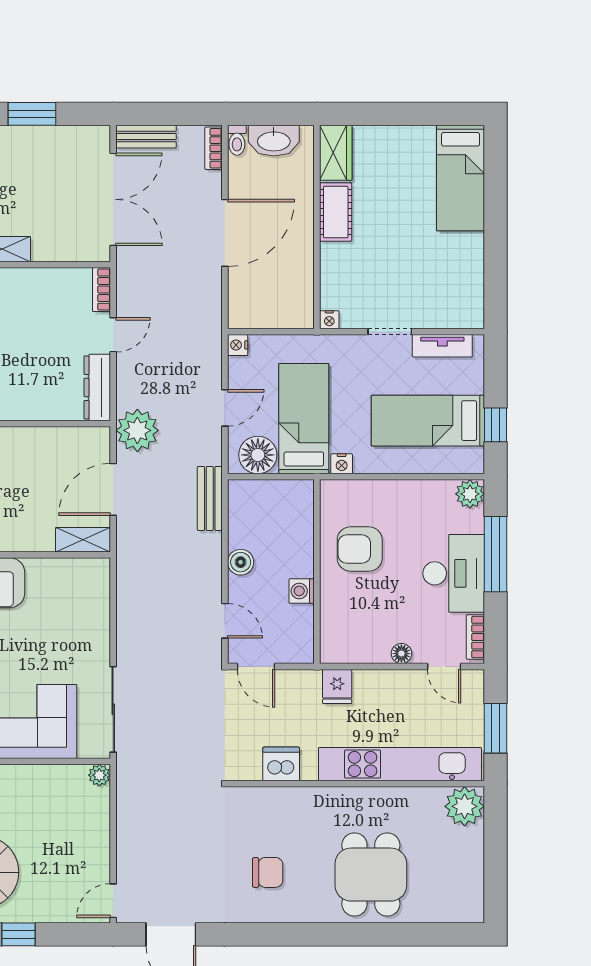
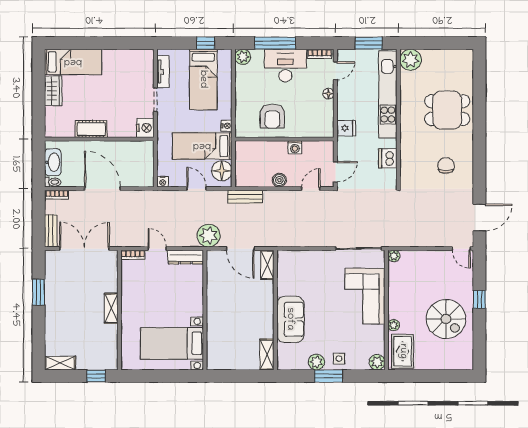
wardrobe: (336, 153) -> (53, 91), moved, turned 90
nightstand: (329, 320) -> (145, 128), width x1.89, depth x1.79

